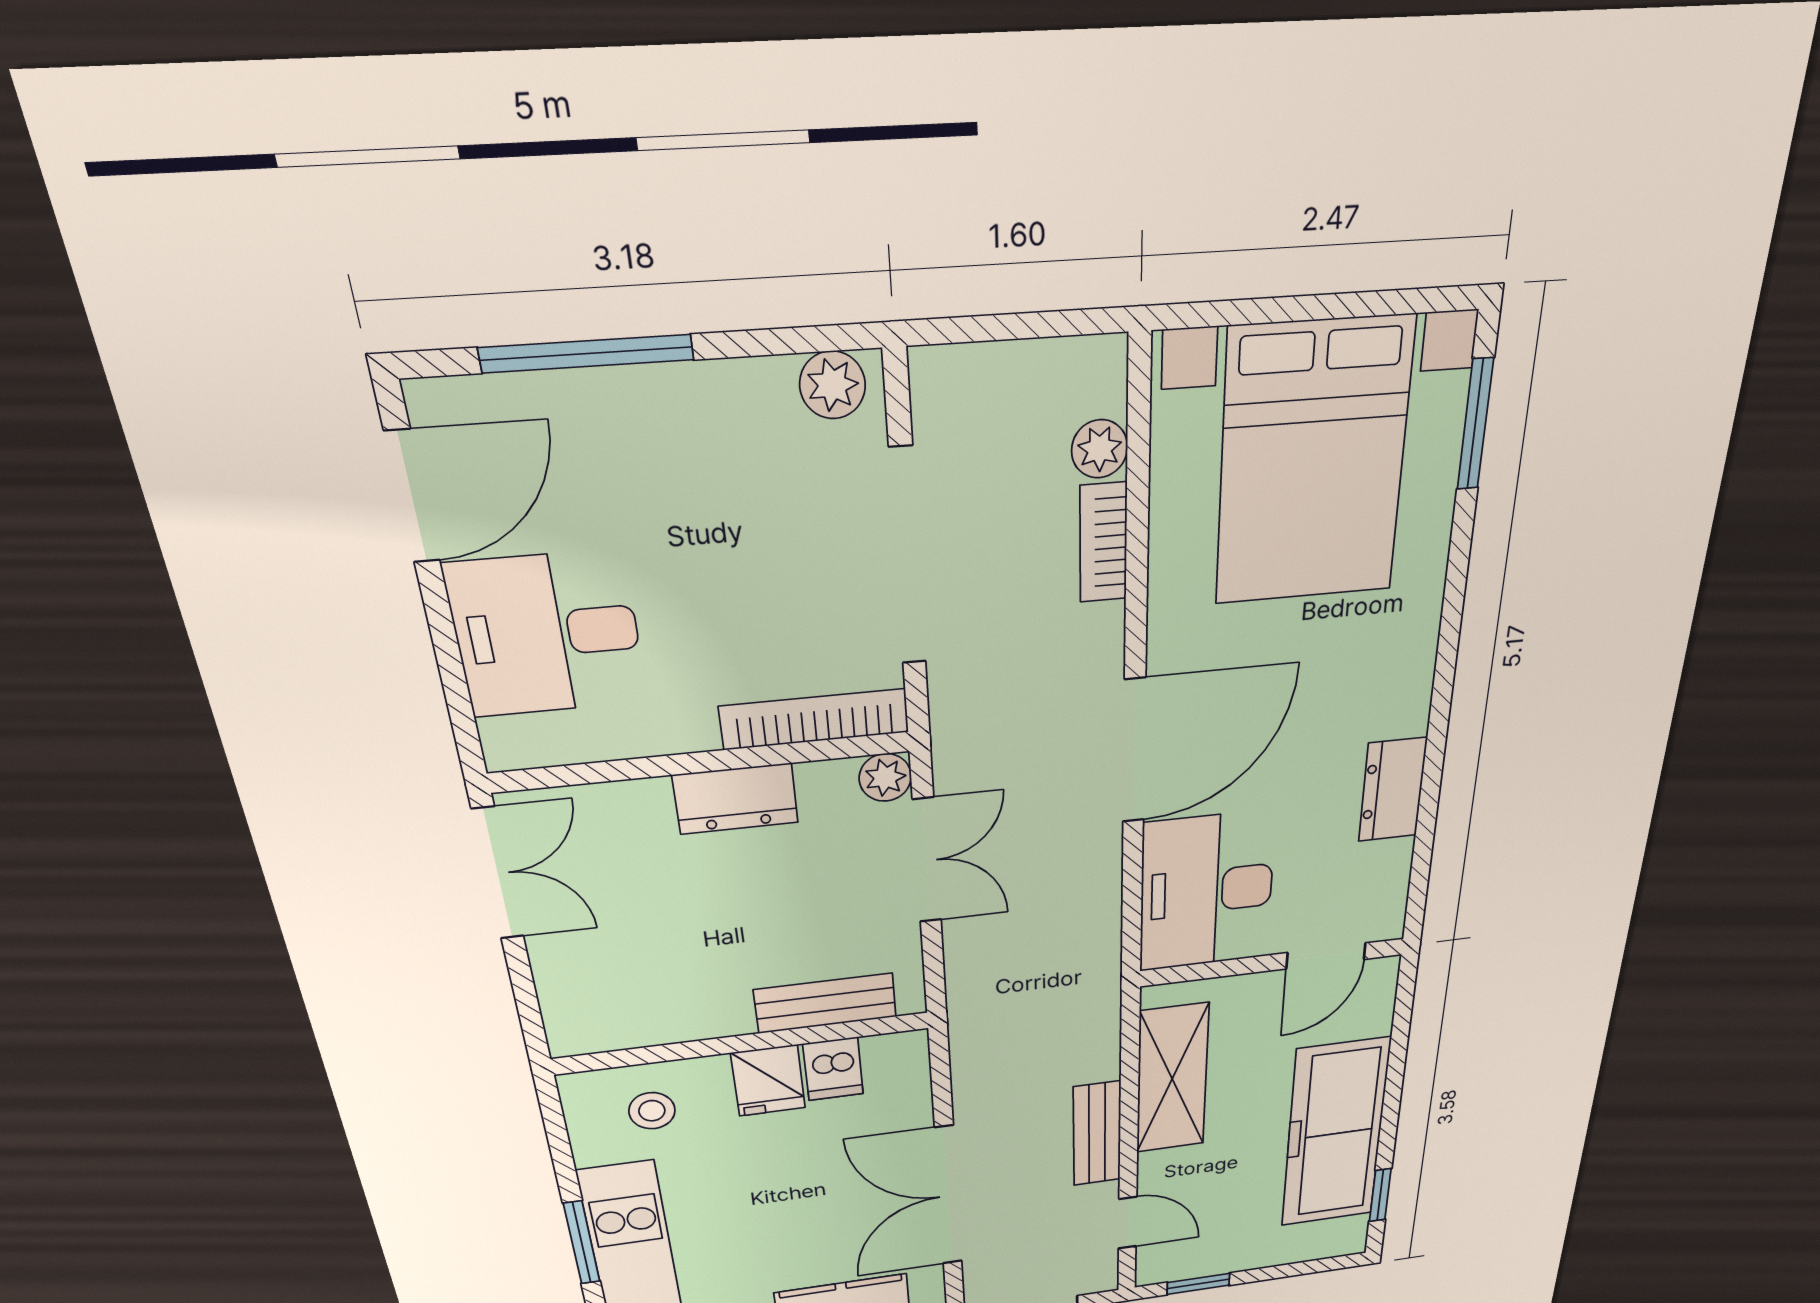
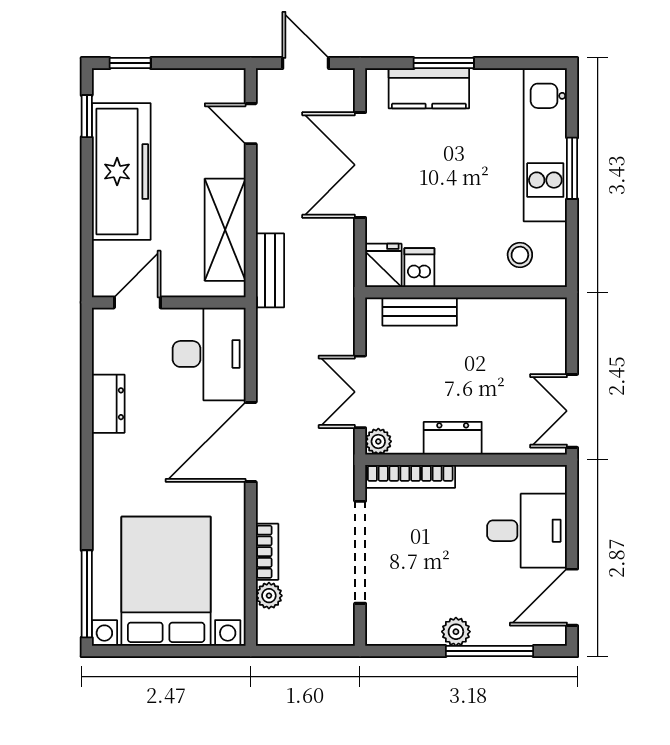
plant: (833, 385) -> (456, 632), moved
window: (1475, 424) -> (87, 594), width x1.44
fridge: (768, 1081) -> (383, 265), moved
bench: (1097, 1134) -> (270, 270), moved
double door: (948, 1196) -> (360, 165), swing flipped
window: (1198, 1284) -> (130, 63), moved

